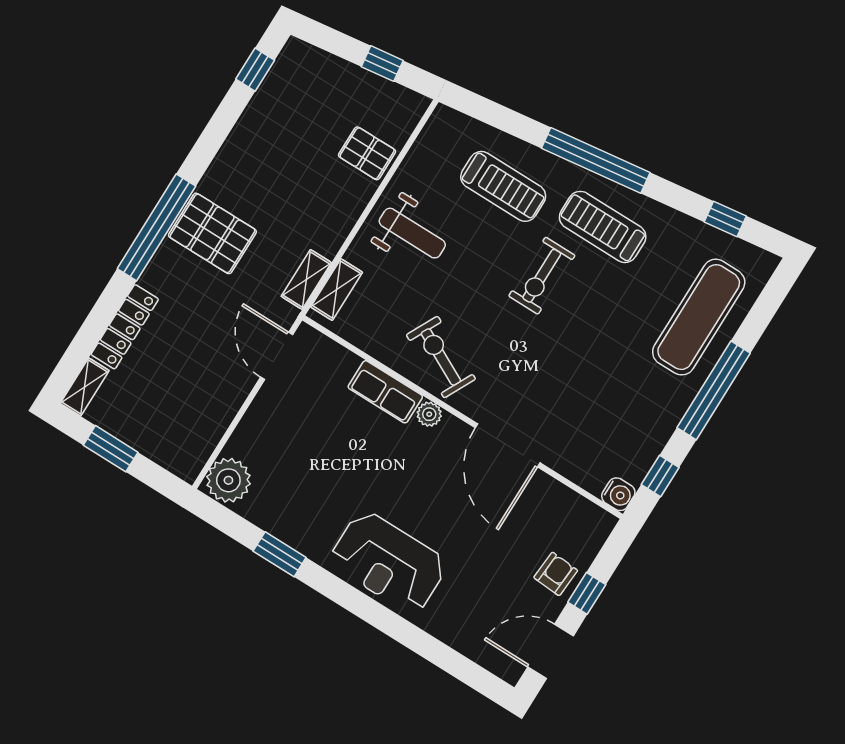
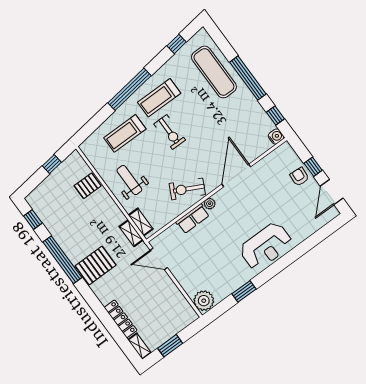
treadmill: (503, 186) -> (125, 133), turned 180
window: (156, 227) -> (62, 260), moved
weight bench: (412, 233) -> (129, 180), turned -90
door: (508, 445) -> (236, 175), swing flipped

